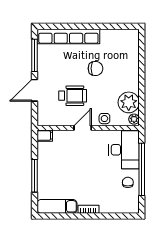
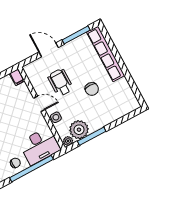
window: (142, 93) -> (92, 136), added
wheelchair: (73, 96) -> (60, 82), turned 180

